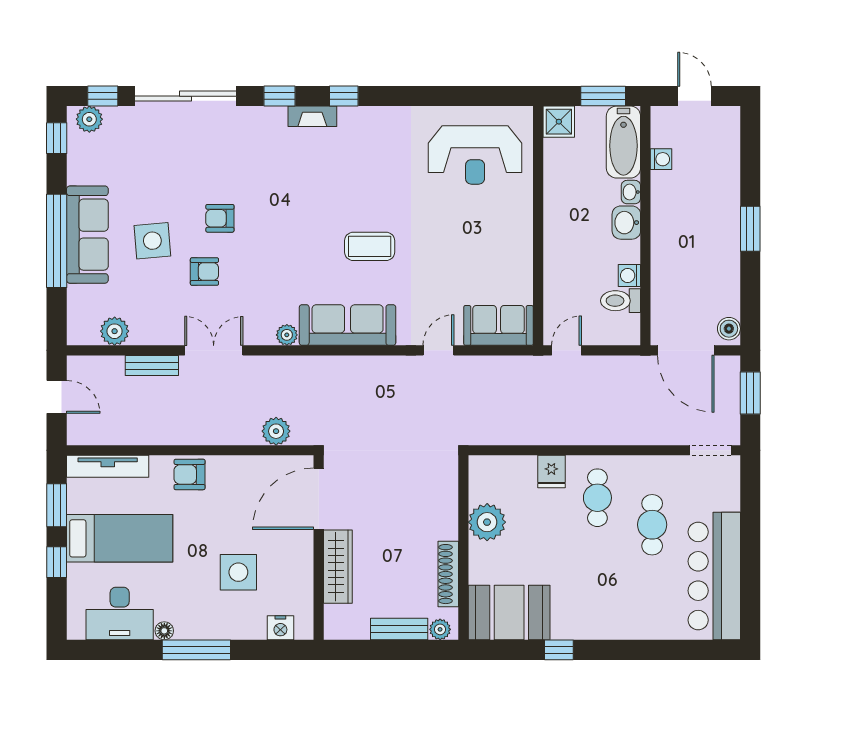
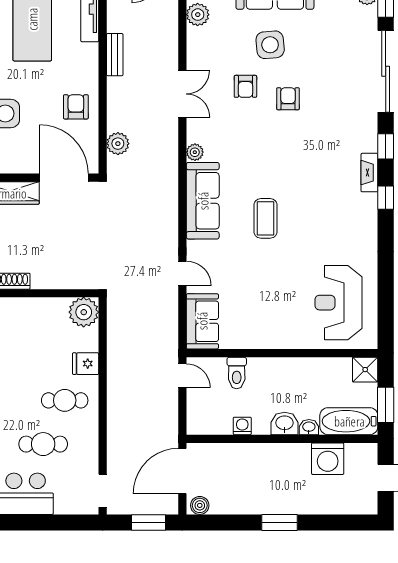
washing machine: (661, 159) -> (328, 459), width x1.89, depth x1.89
toilet: (621, 301) -> (237, 373), moved, turned 180
bench: (152, 366) -> (115, 55), moved
armchair: (190, 474) -> (76, 107), moved
plant: (487, 522) -> (84, 312), moved

